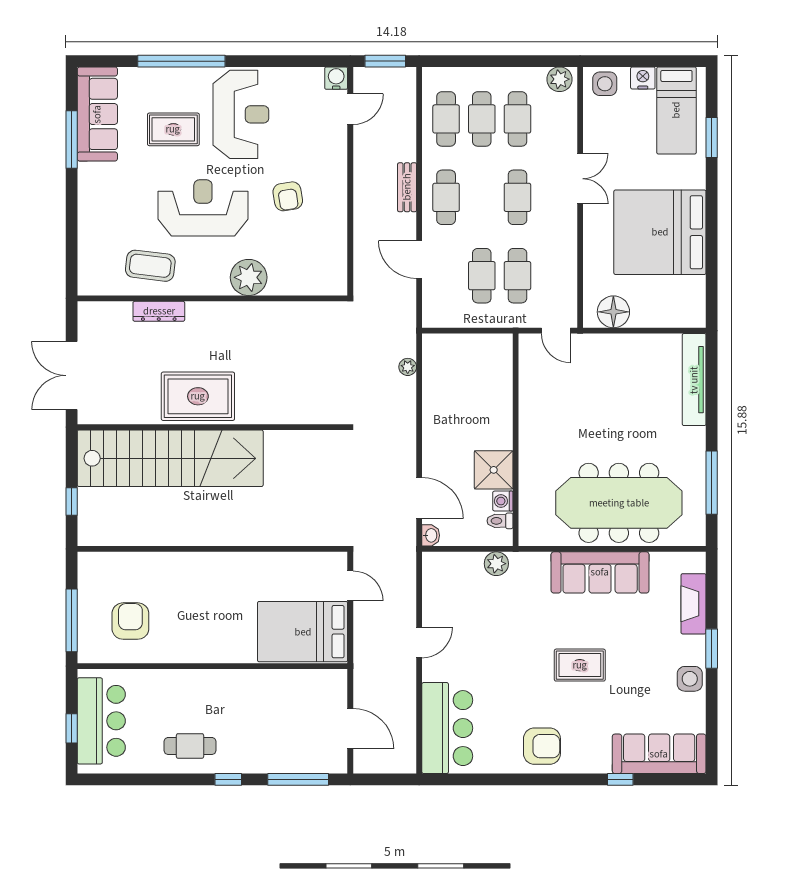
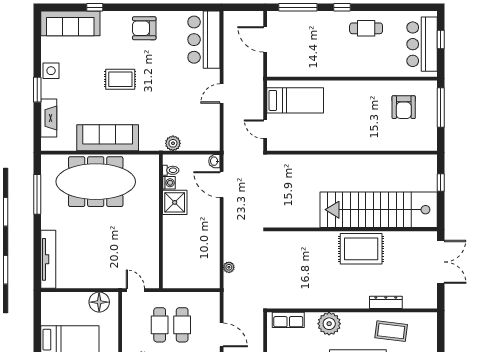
row of seats: (314, 284) -> (288, 320), added
bed: (303, 632) -> (295, 100), width x0.67

